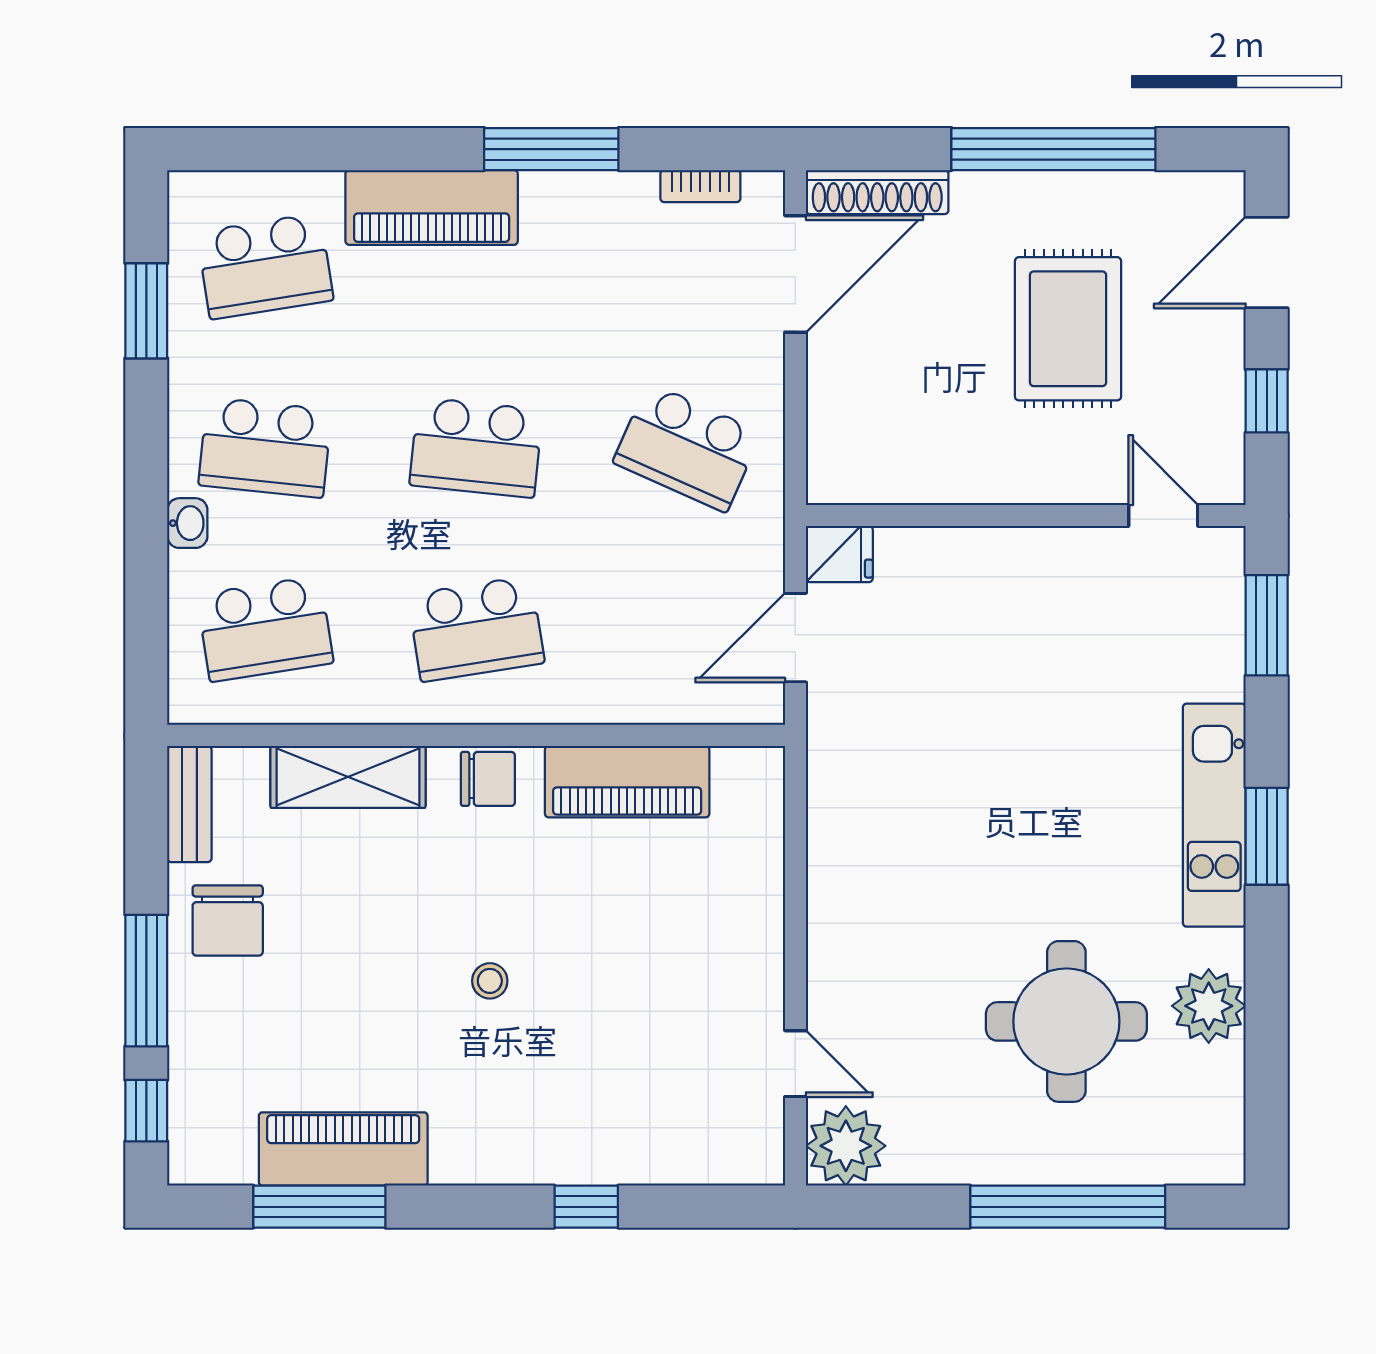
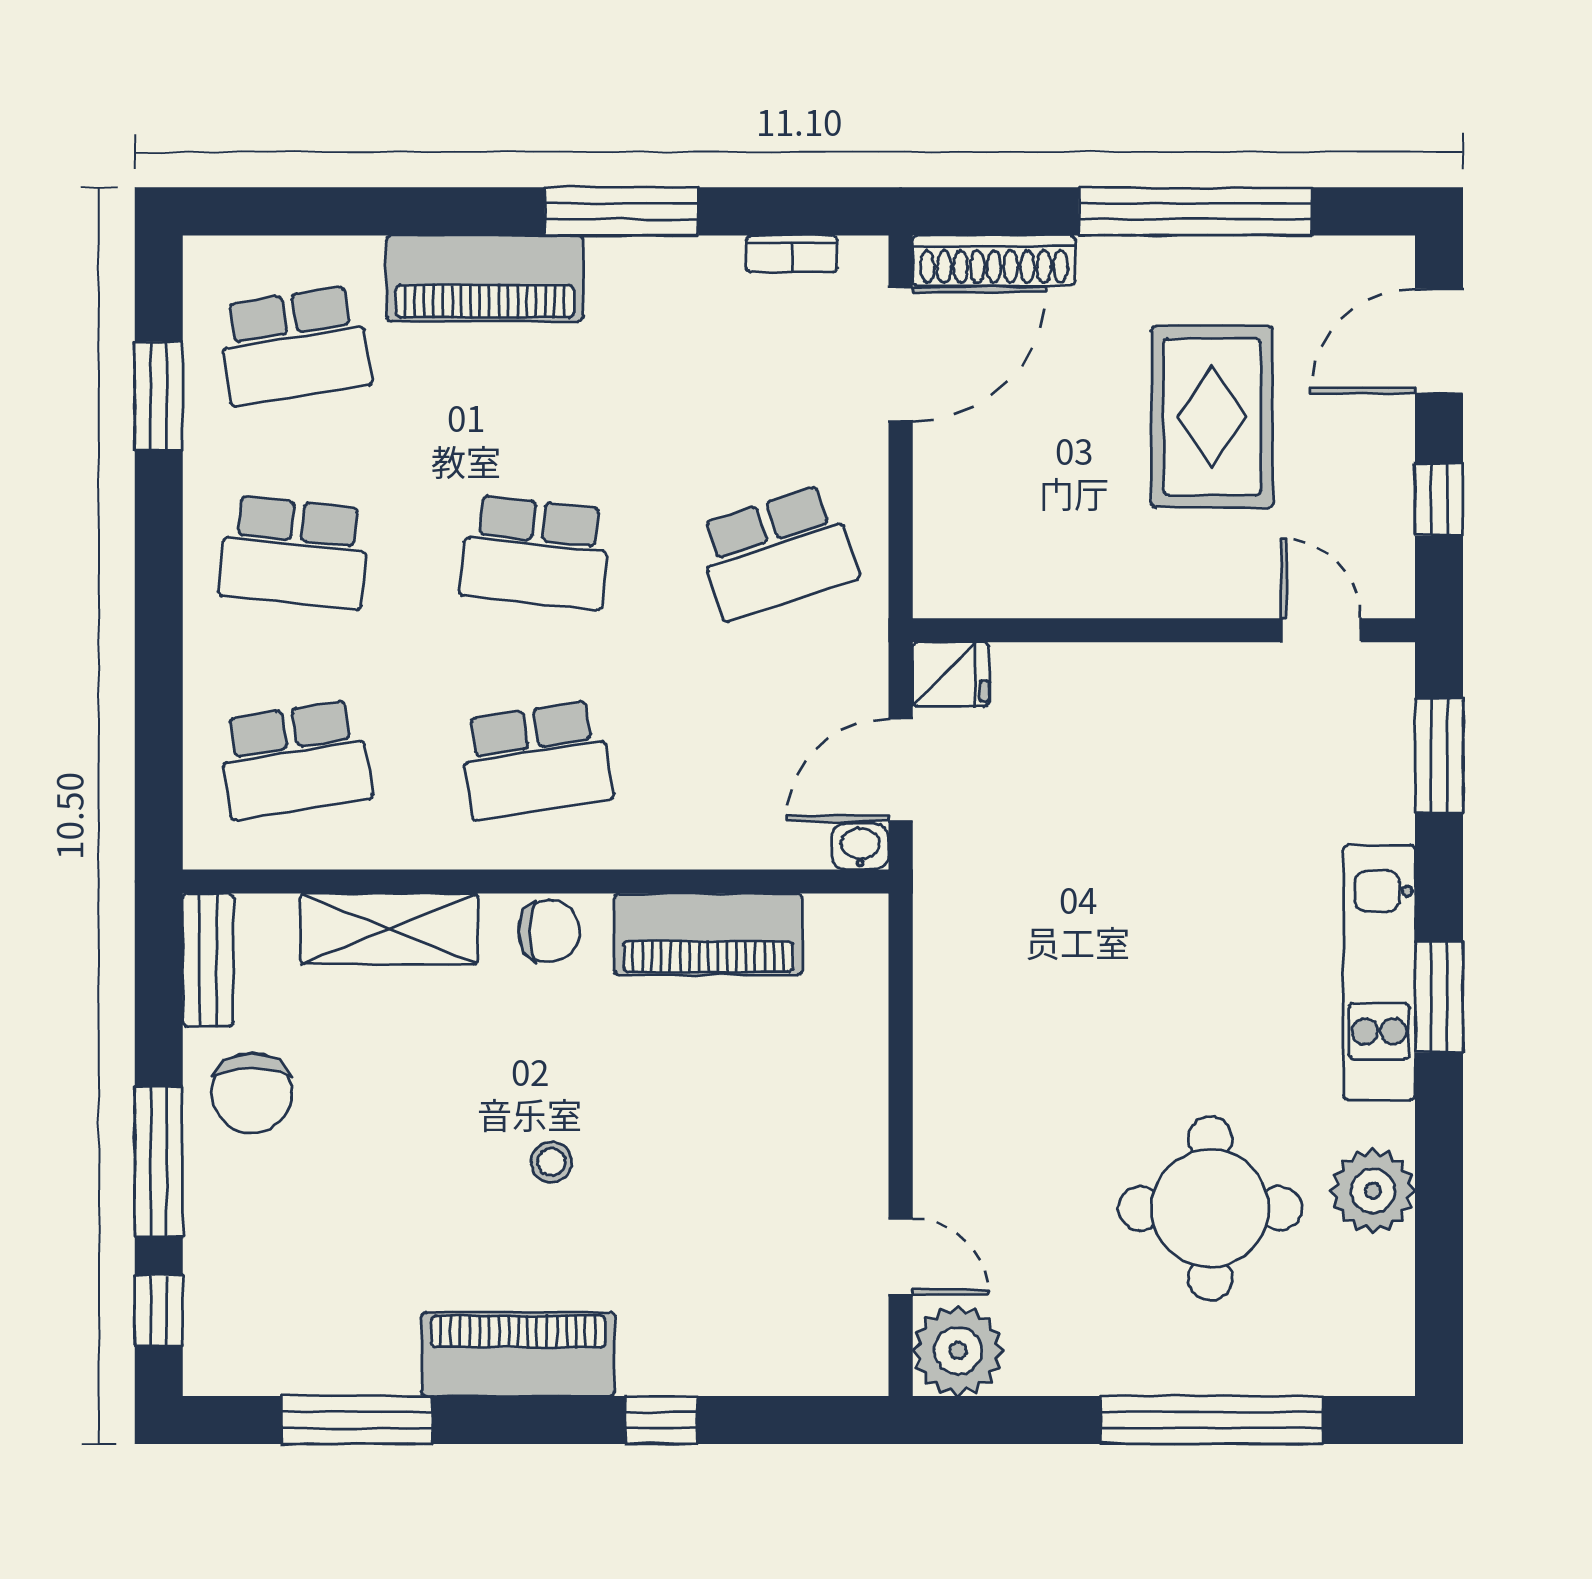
school desk: (687, 447) -> (777, 552), turned -42
washbasin: (187, 523) -> (860, 847), moved, turned -90
piano: (343, 1149) -> (518, 1354), moved

